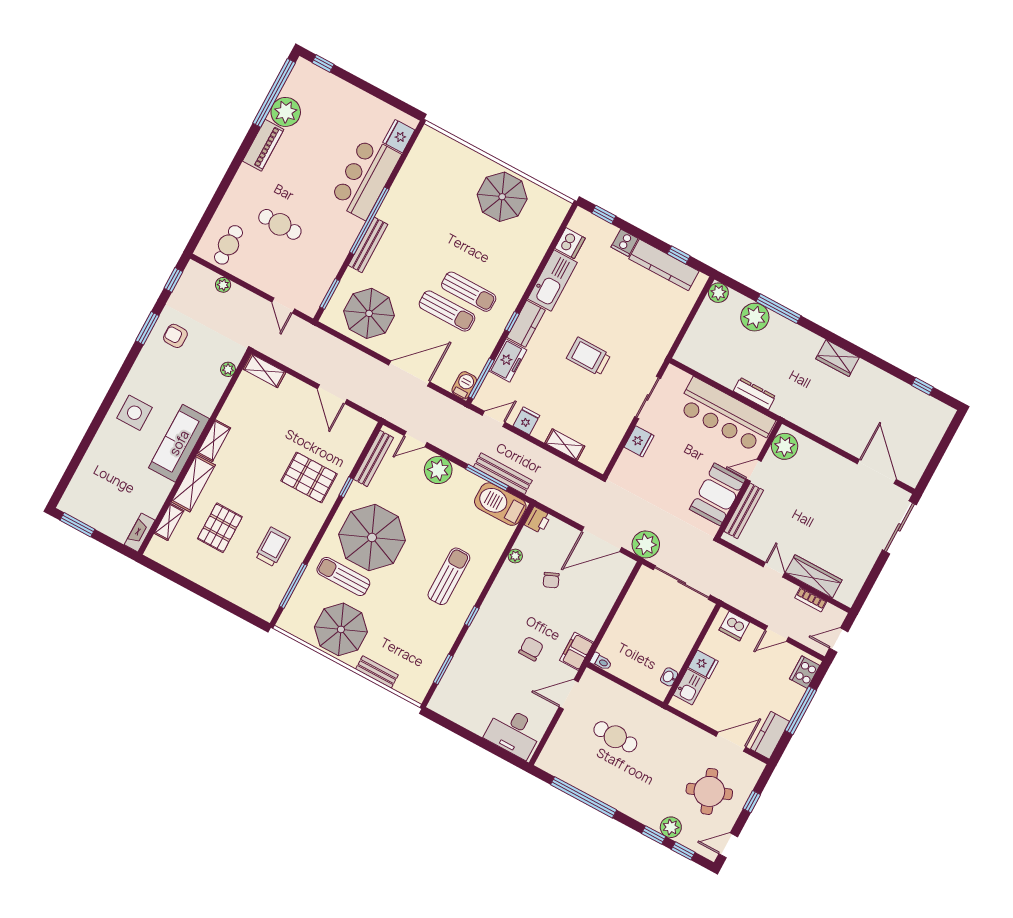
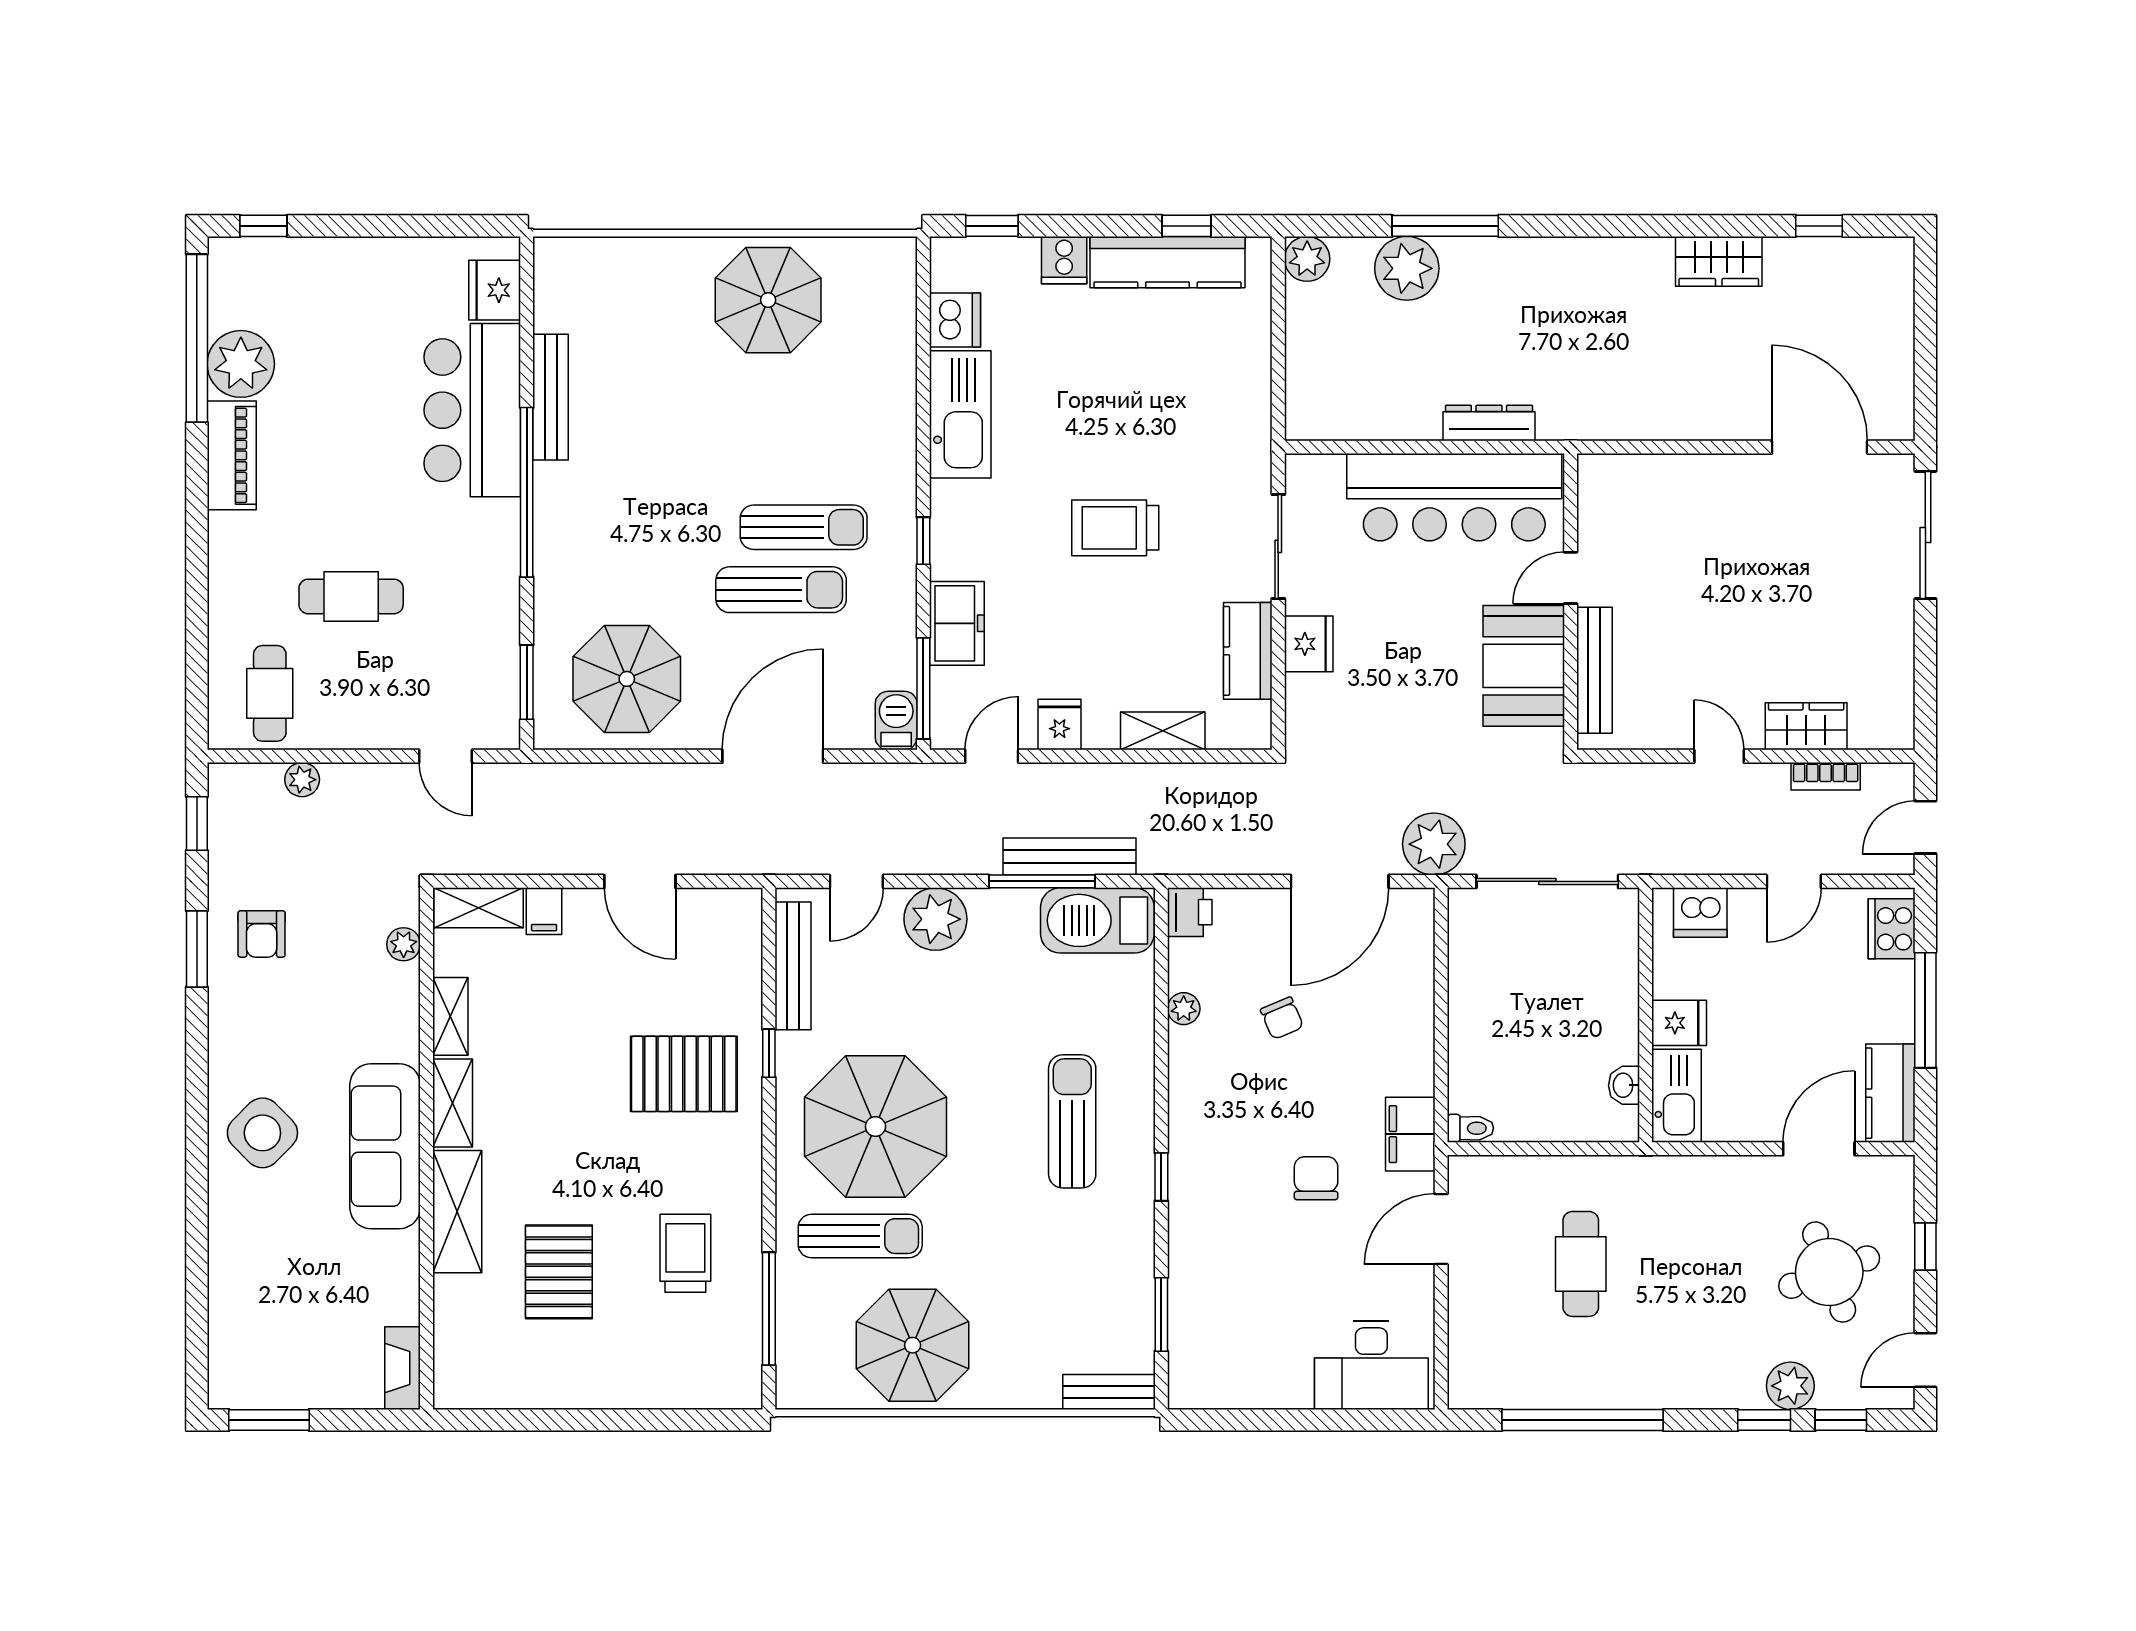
bench: (368, 245) -> (551, 397), moved
kitchen counter: (526, 324) -> (1248, 651), moved, turned 180
armchair: (175, 336) -> (262, 934), turned -90
wardrobe: (838, 358) -> (1719, 261), moved
filing cabinet: (289, 386) -> (544, 911), added
side table: (134, 413) -> (262, 1133), turned 45
plant: (785, 446) -> (1607, 496), removed
shelving: (169, 522) -> (450, 1016), moved
wardrobe: (814, 576) -> (1806, 726), width x0.67
sun lounger: (343, 577) -> (860, 1236), turned 180
bench: (377, 672) -> (1109, 1392), moved
kitchen sink: (690, 687) -> (1677, 1096), width x1.38
cafe table: (615, 737) -> (1581, 1264), turned 90

